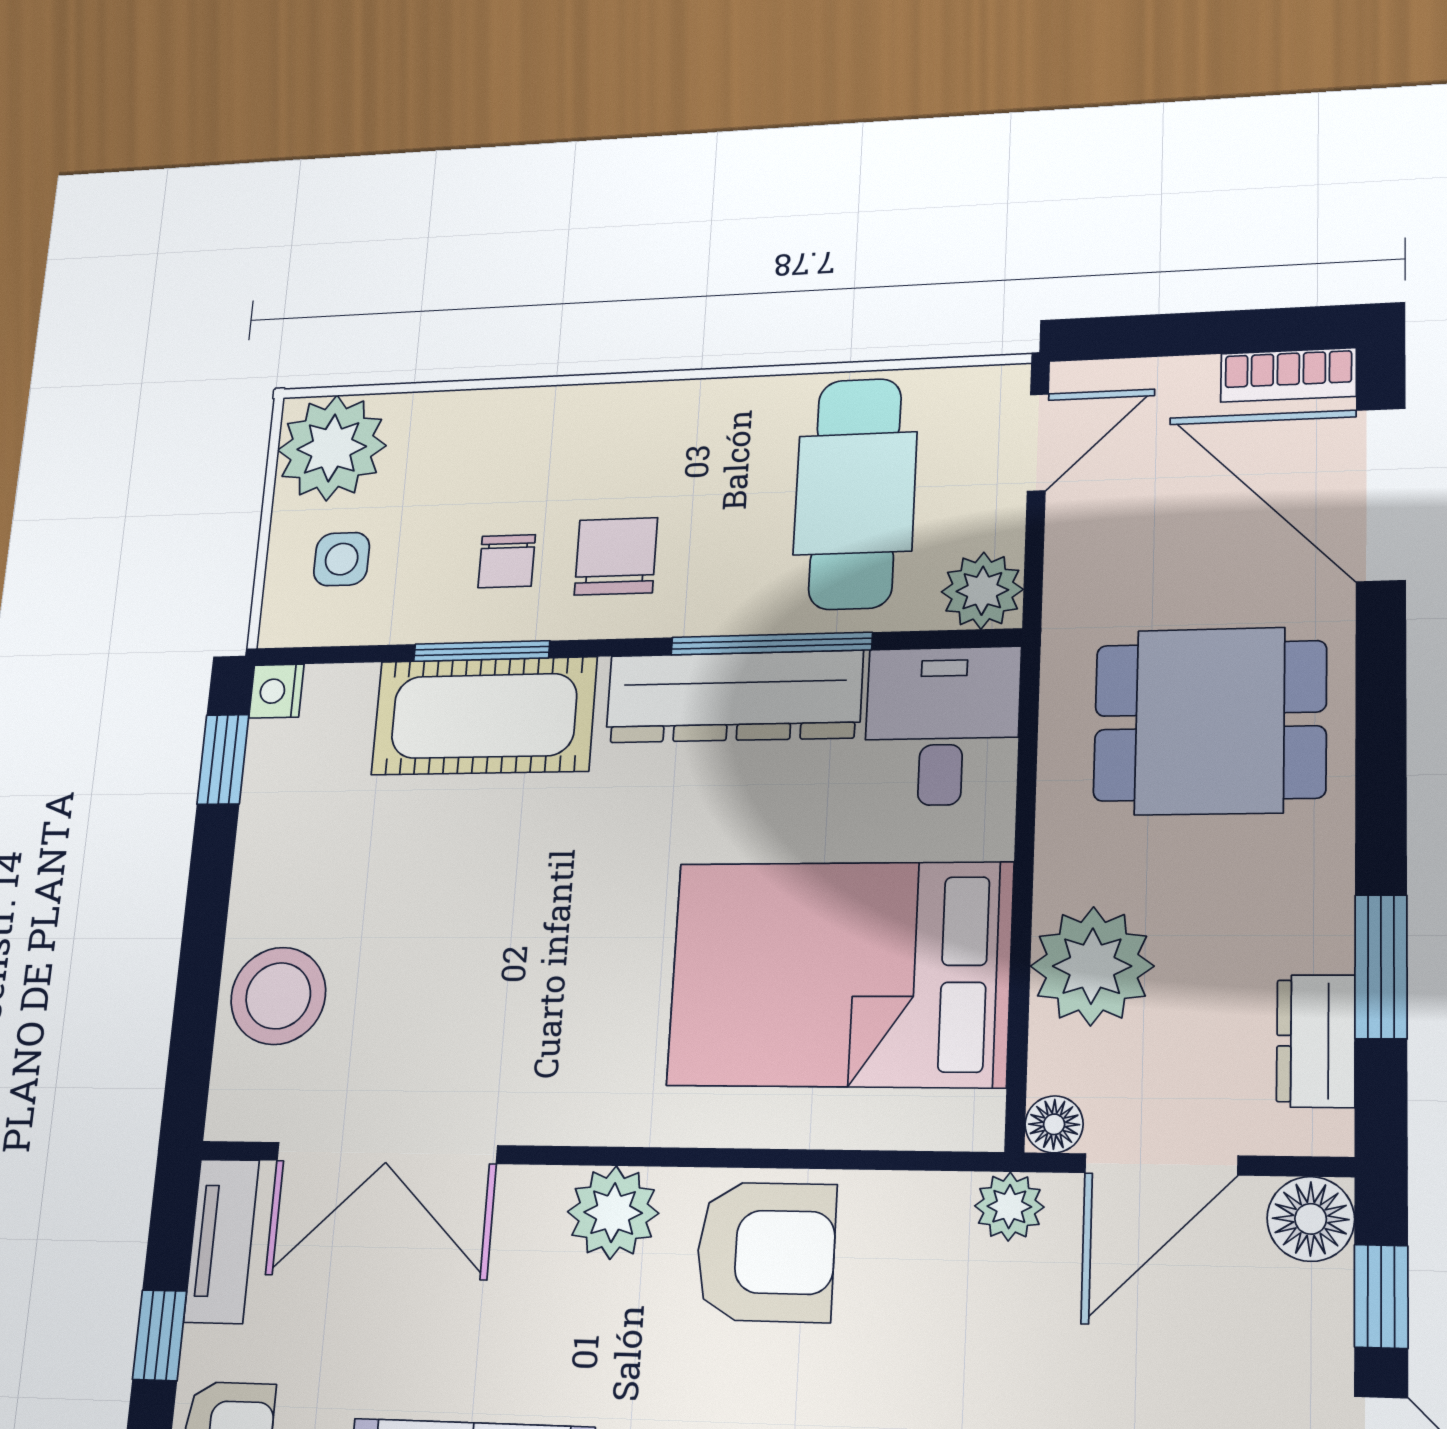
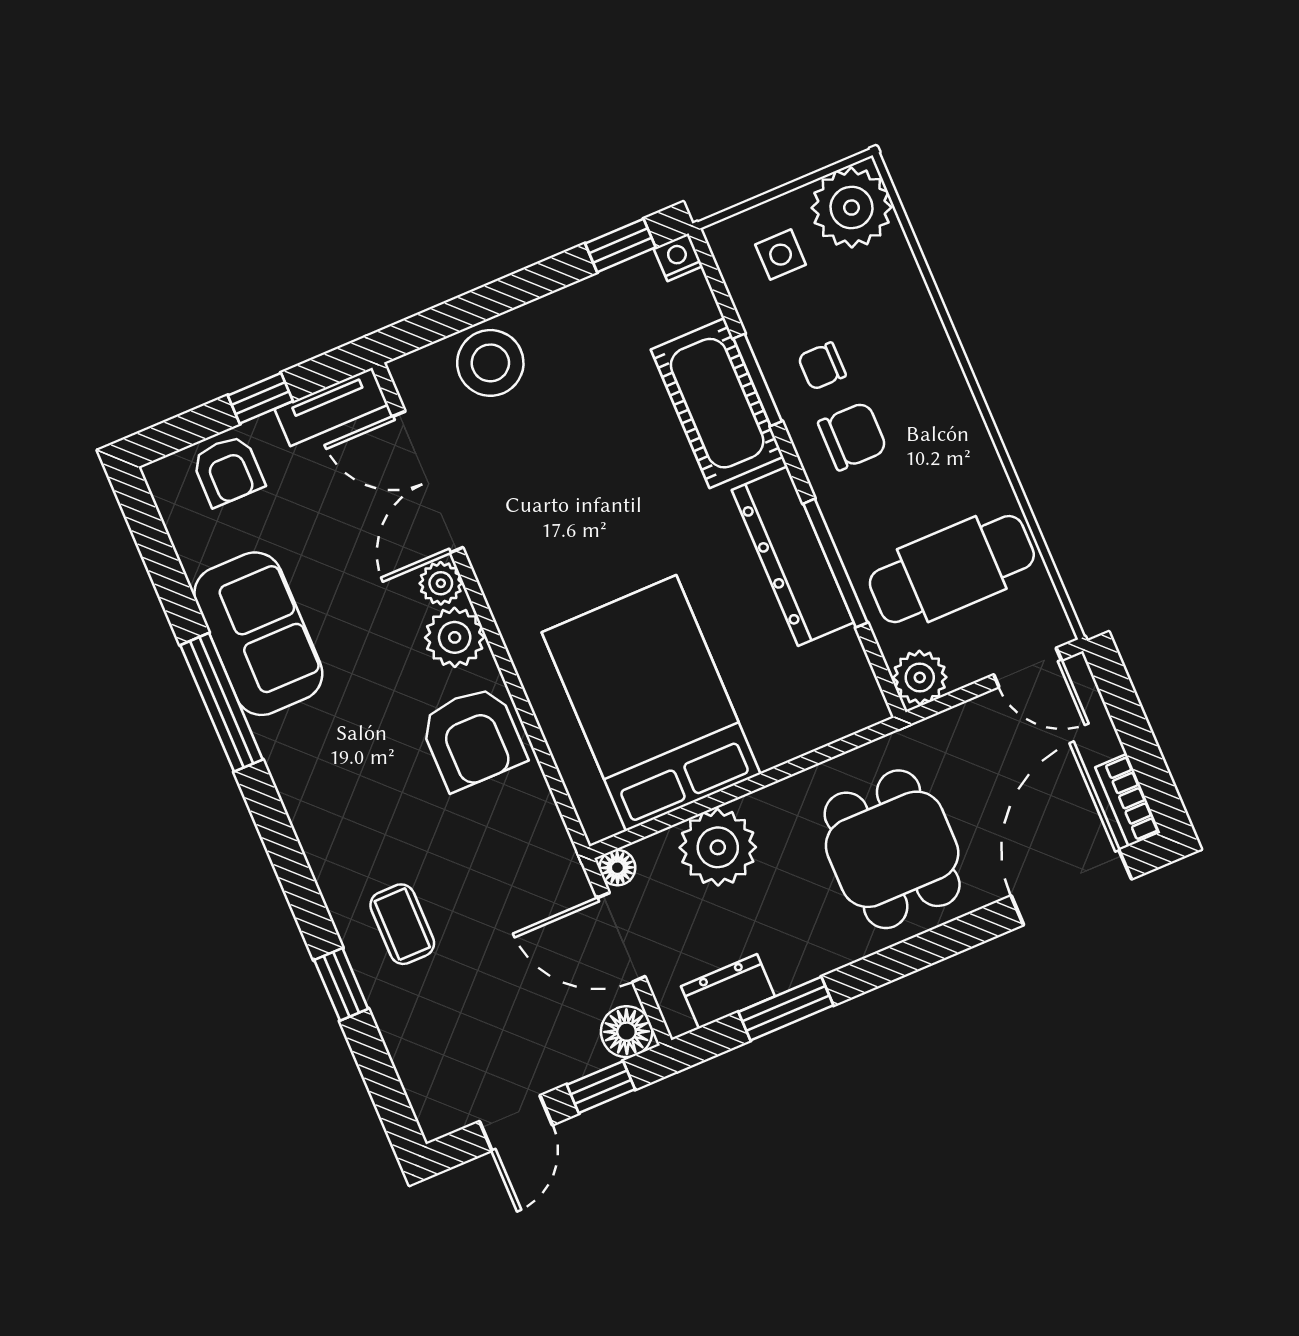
desk: (942, 726) -> (826, 693), removed
plant: (1009, 1206) -> (441, 583), moved

